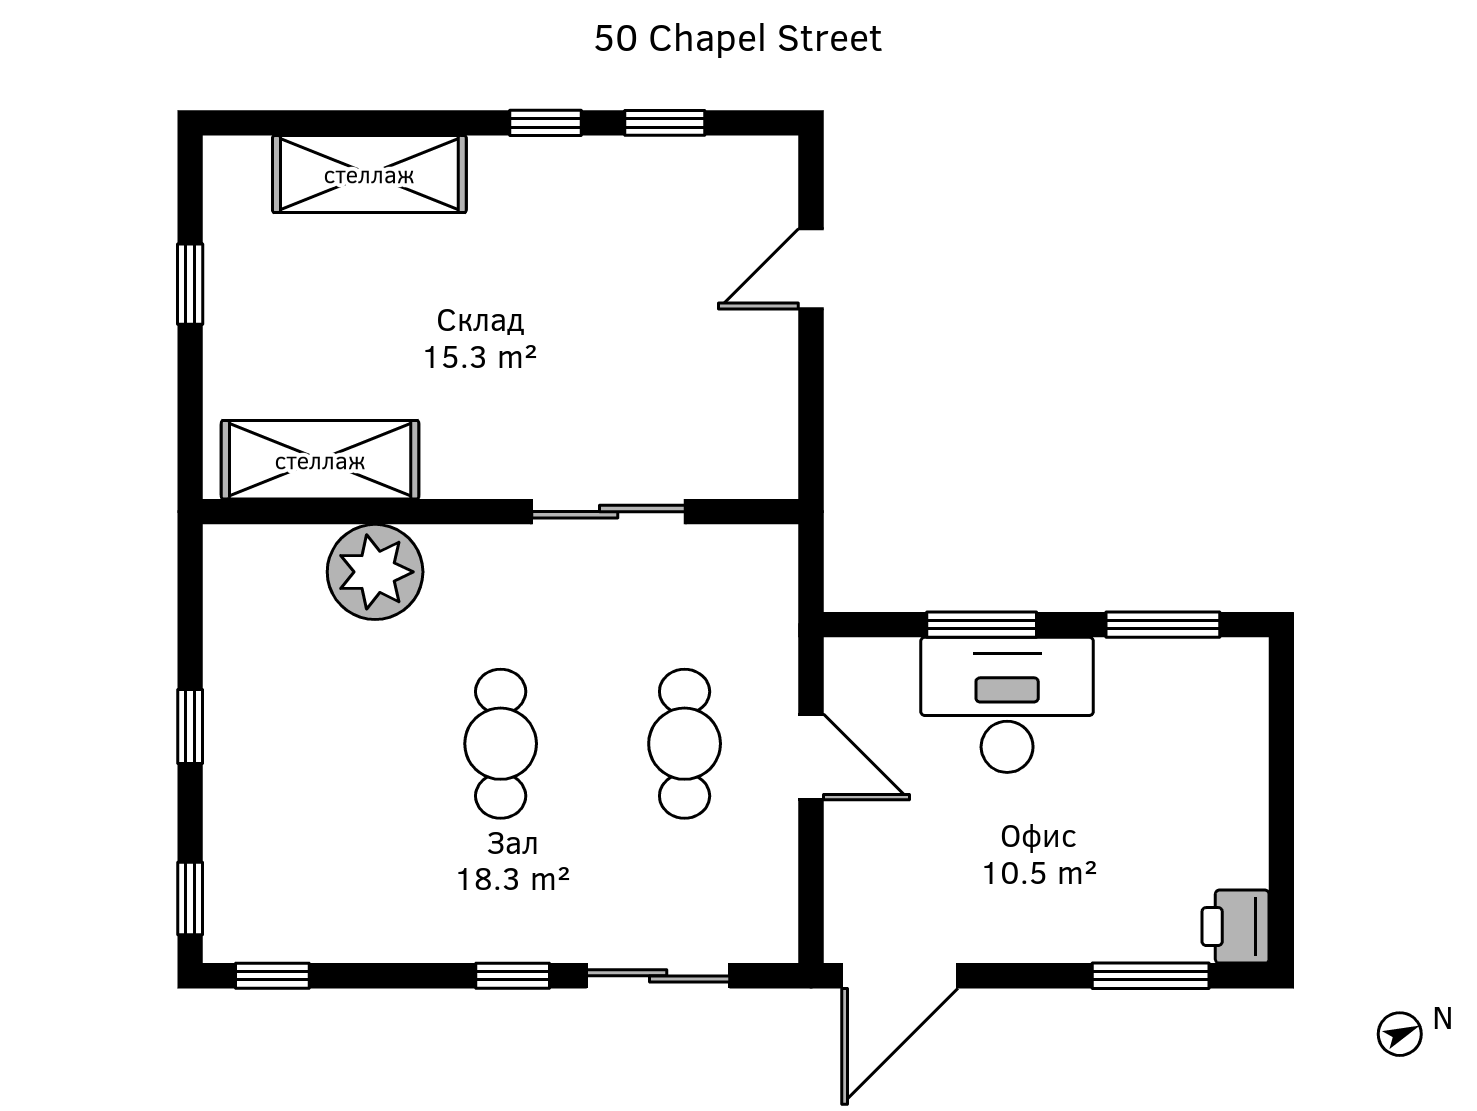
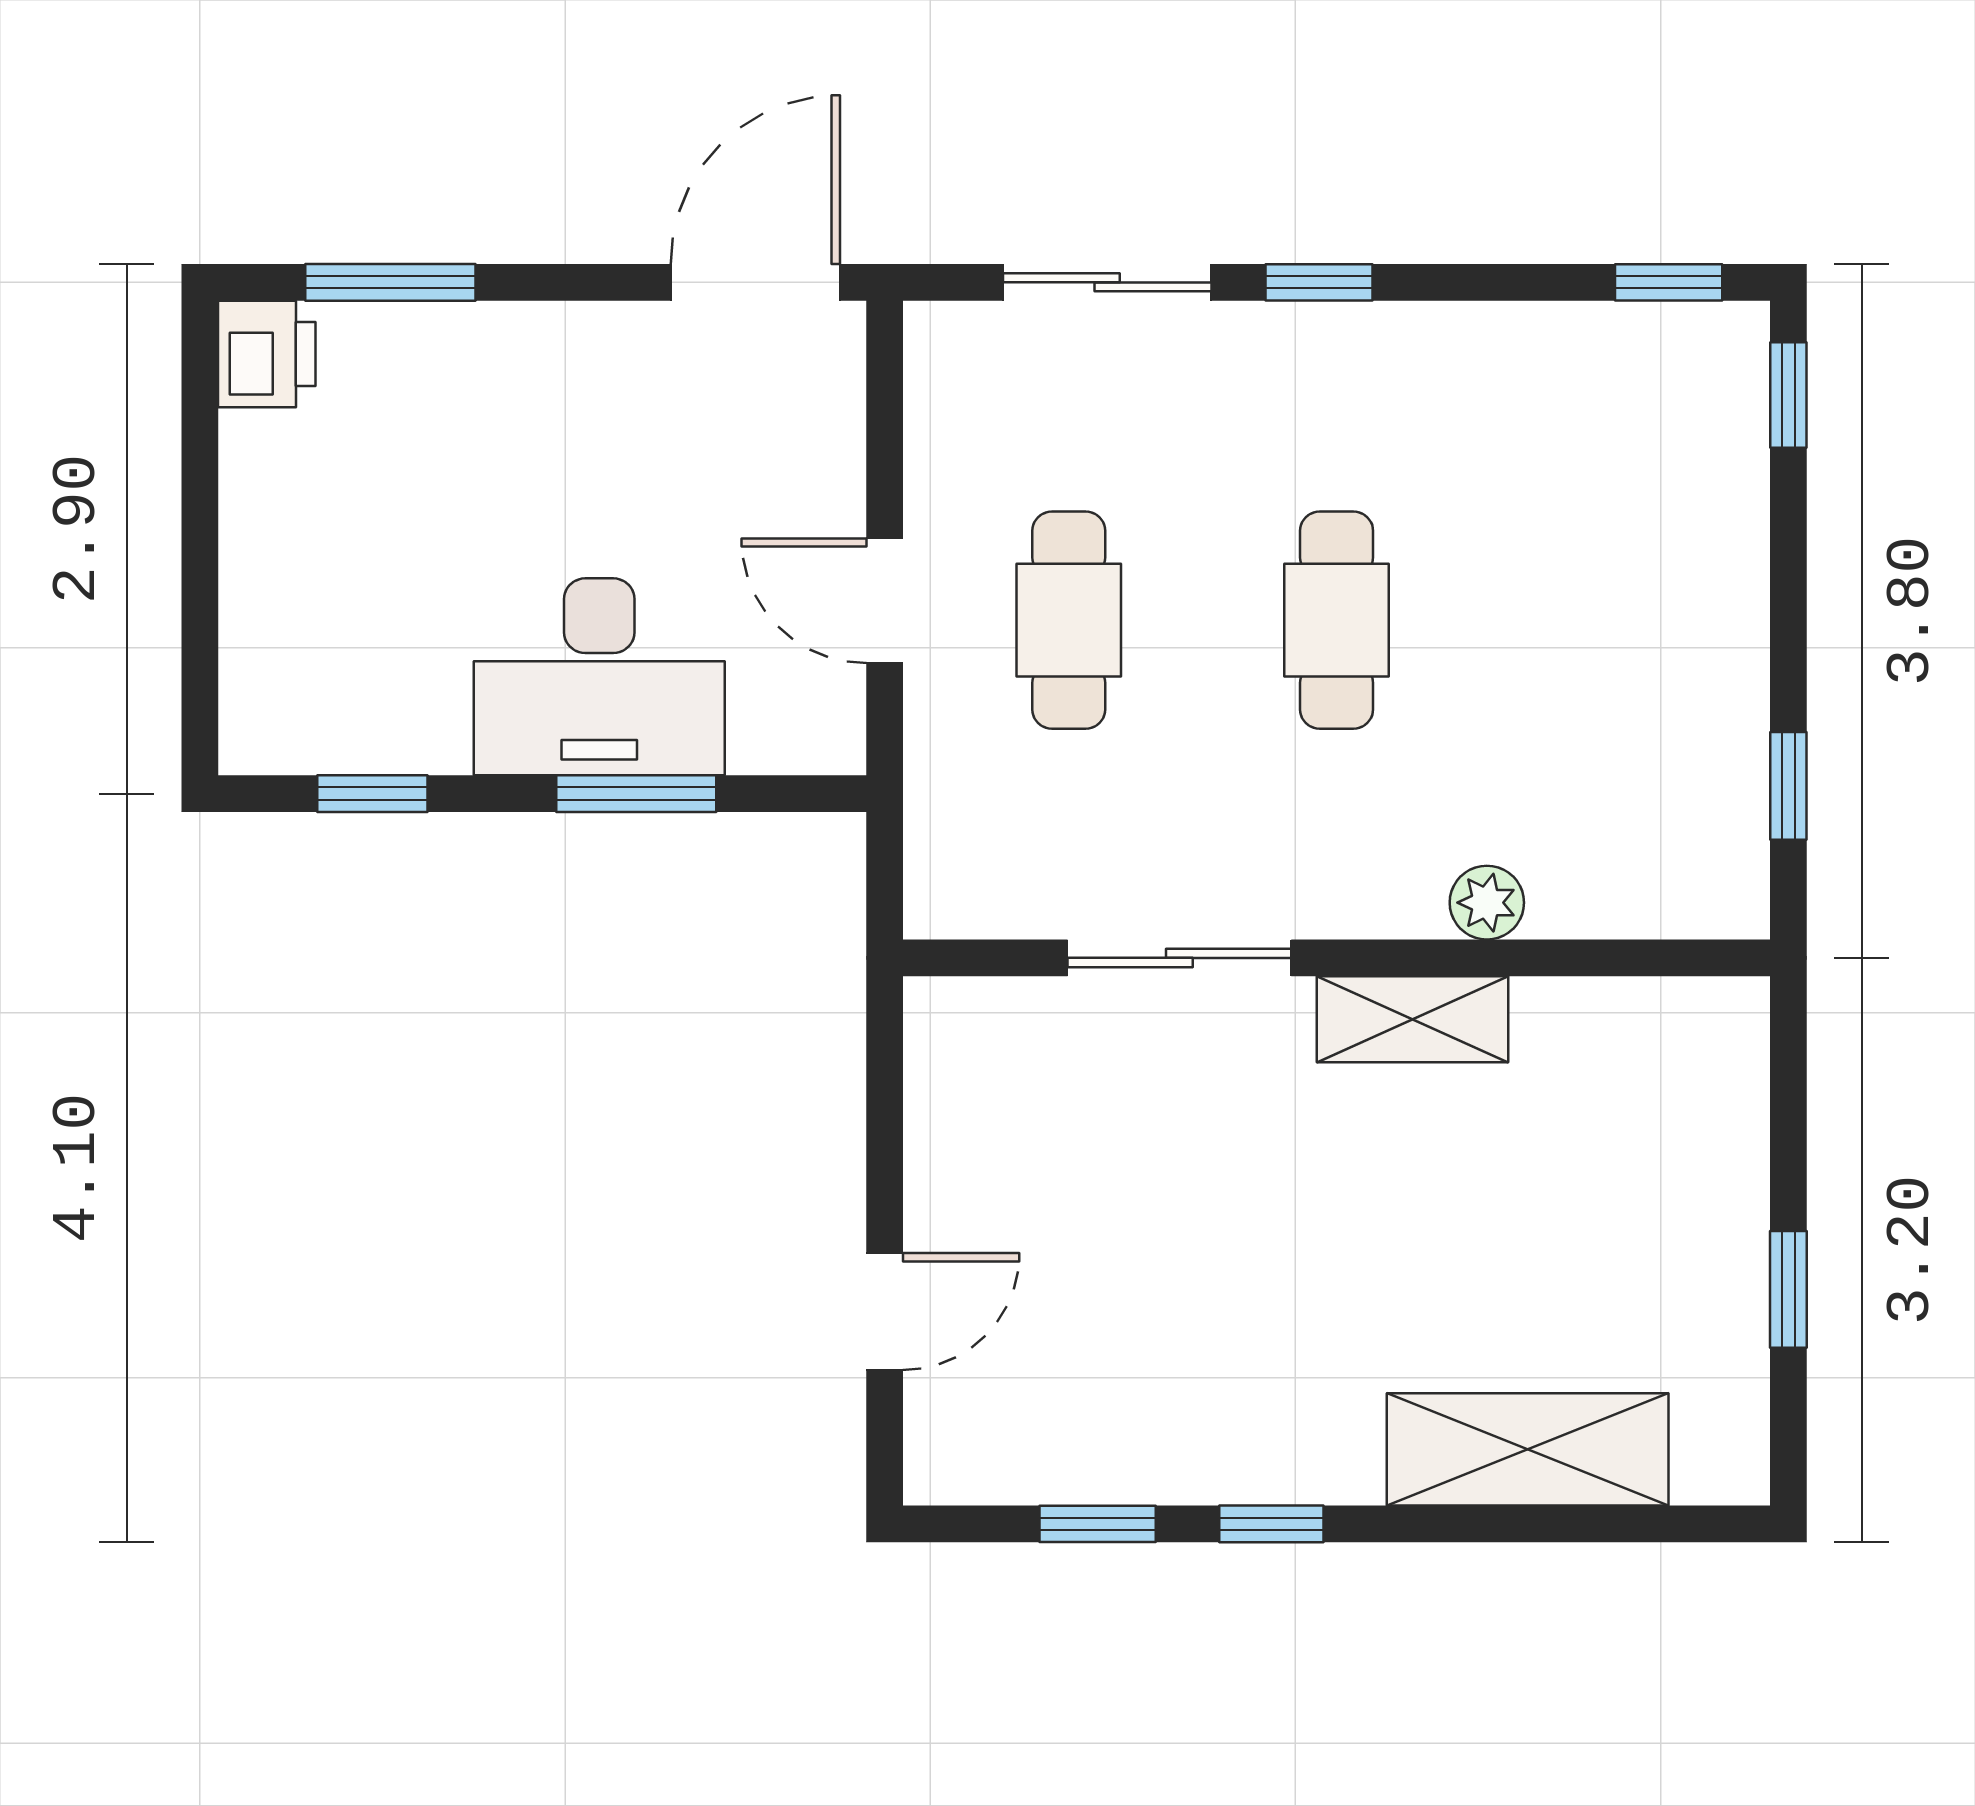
shelving: (320, 460) -> (1412, 1019), moved, width x0.67, depth x0.75
plant: (375, 572) -> (1487, 903), width x0.53, depth x0.53
window: (1163, 625) -> (372, 794), width x0.67
window: (190, 726) -> (1788, 786), moved

